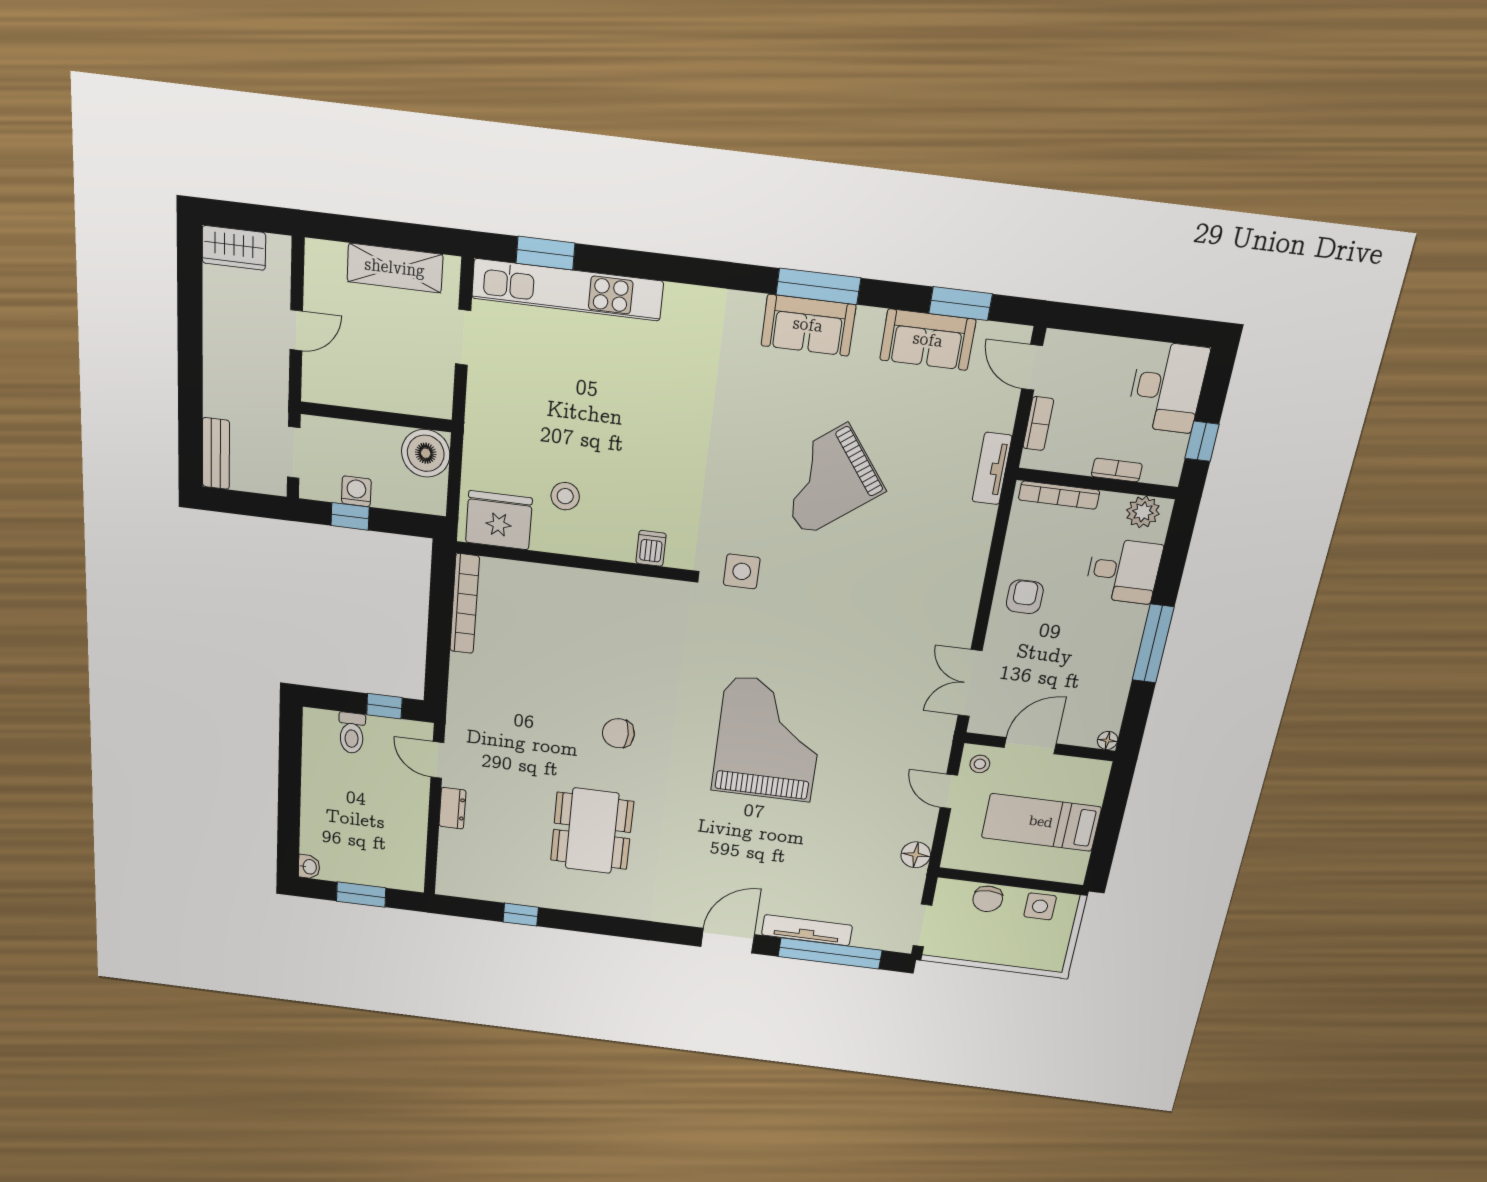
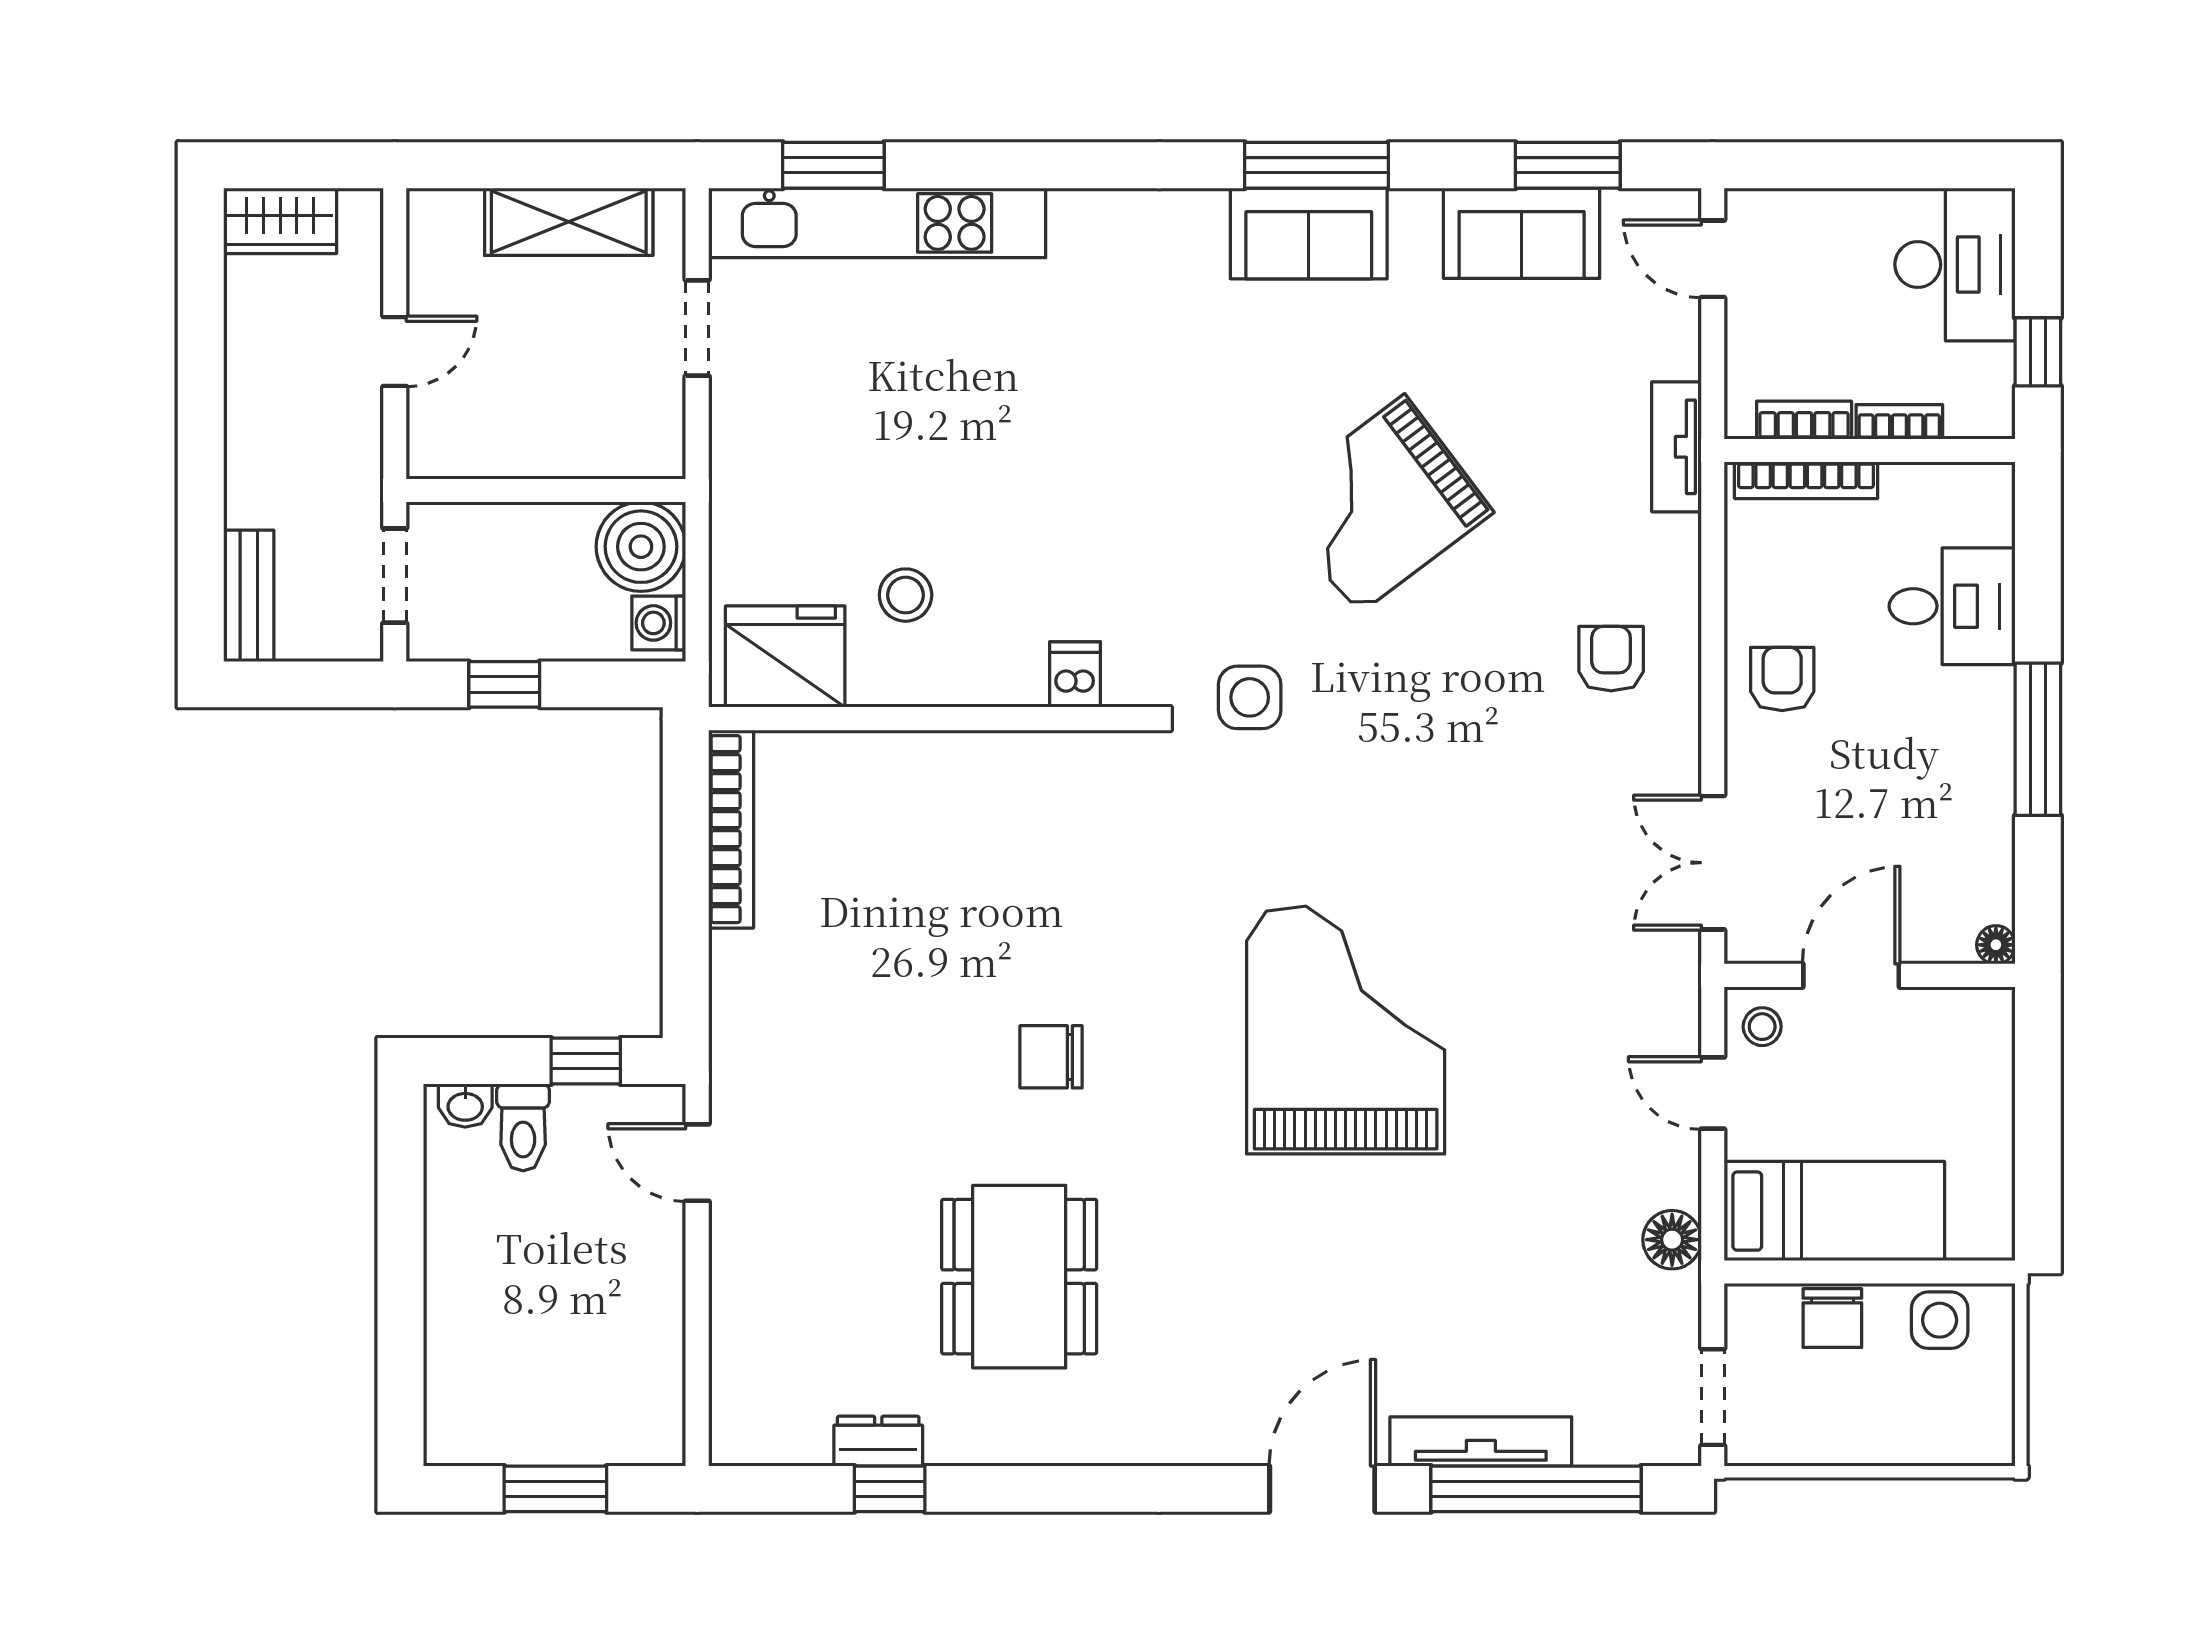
bookcase: (1038, 424) -> (1804, 420), moved, turned -90
washing machine: (356, 491) -> (659, 623), moved, turned -90
plant: (1143, 512) -> (1963, 492), removed
armchair: (936, 575) -> (1611, 659), added
dresser: (452, 808) -> (878, 1441), moved, turned -90
bed: (1041, 822) -> (1834, 1211), moved, turned 180
washbasin: (309, 867) -> (465, 1105), moved, turned 90

